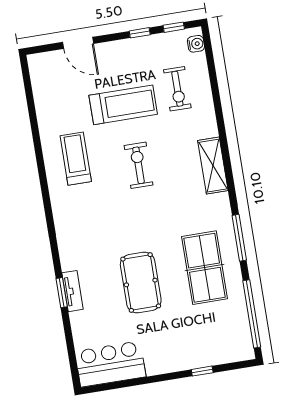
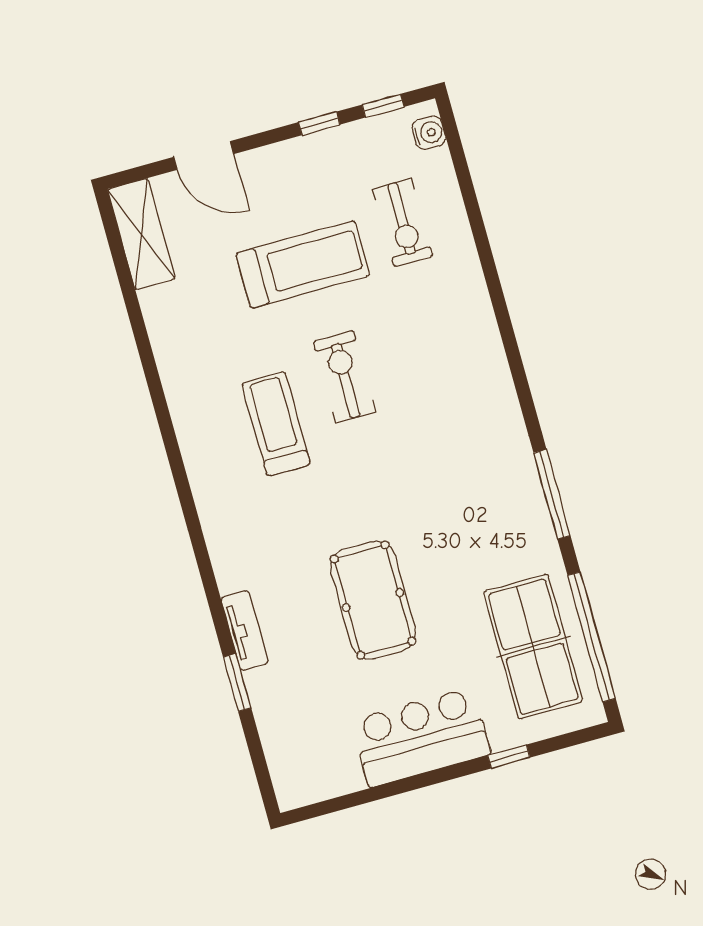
treadmill: (76, 159) -> (276, 424), moved
shelving: (213, 166) -> (141, 234), moved
table tennis table: (204, 268) -> (533, 647), moved
window: (62, 293) -> (237, 682), moved
bar counter: (110, 364) -> (421, 737), moved

